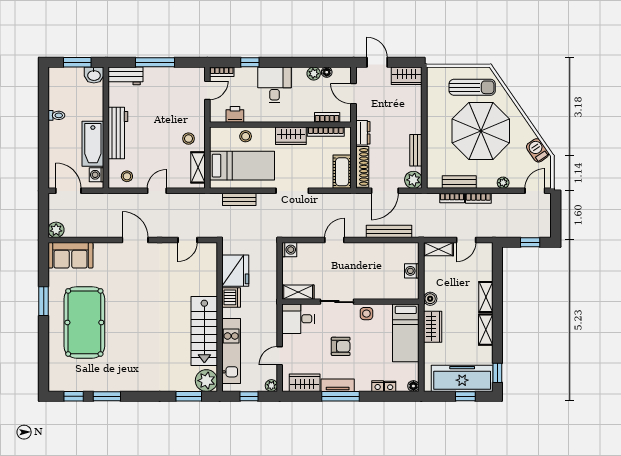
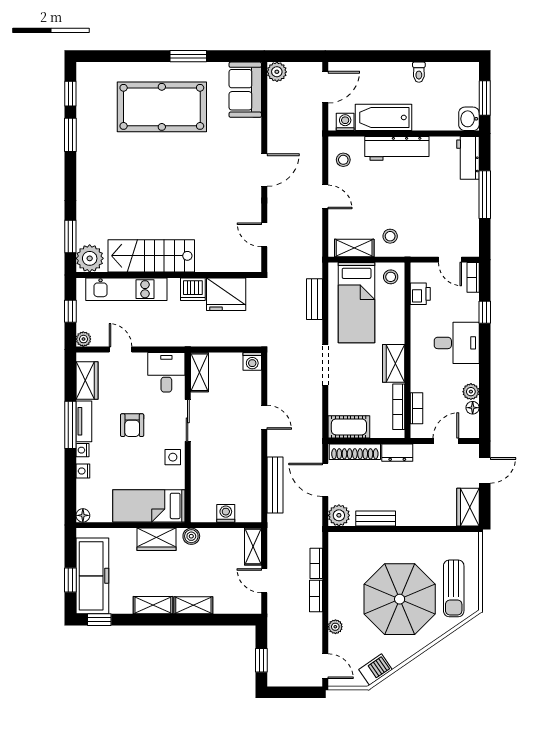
stool: (246, 136) -> (391, 277), moved
bench: (459, 182) -> (336, 572), removed
nightstand: (390, 386) -> (82, 450), moved

